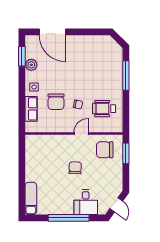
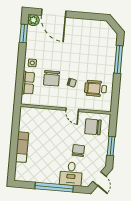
plant: (31, 65) -> (33, 20), moved
door: (81, 133) -> (72, 110), swing flipped
window: (126, 153) -> (111, 146), moved
chair: (75, 168) -> (78, 151), moved
exam couch: (31, 198) -> (22, 147), moved

